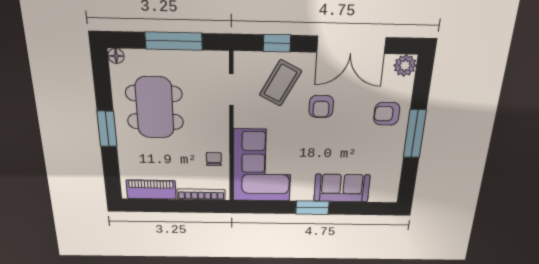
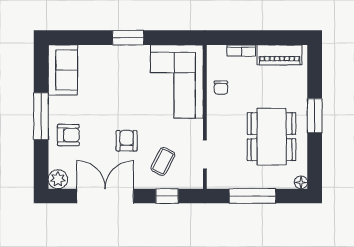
coffee table: (280, 83) -> (163, 161), width x0.73, depth x0.77
sofa: (342, 188) -> (63, 70), moved, turned -90
bookcase: (201, 194) -> (241, 51), width x0.64

